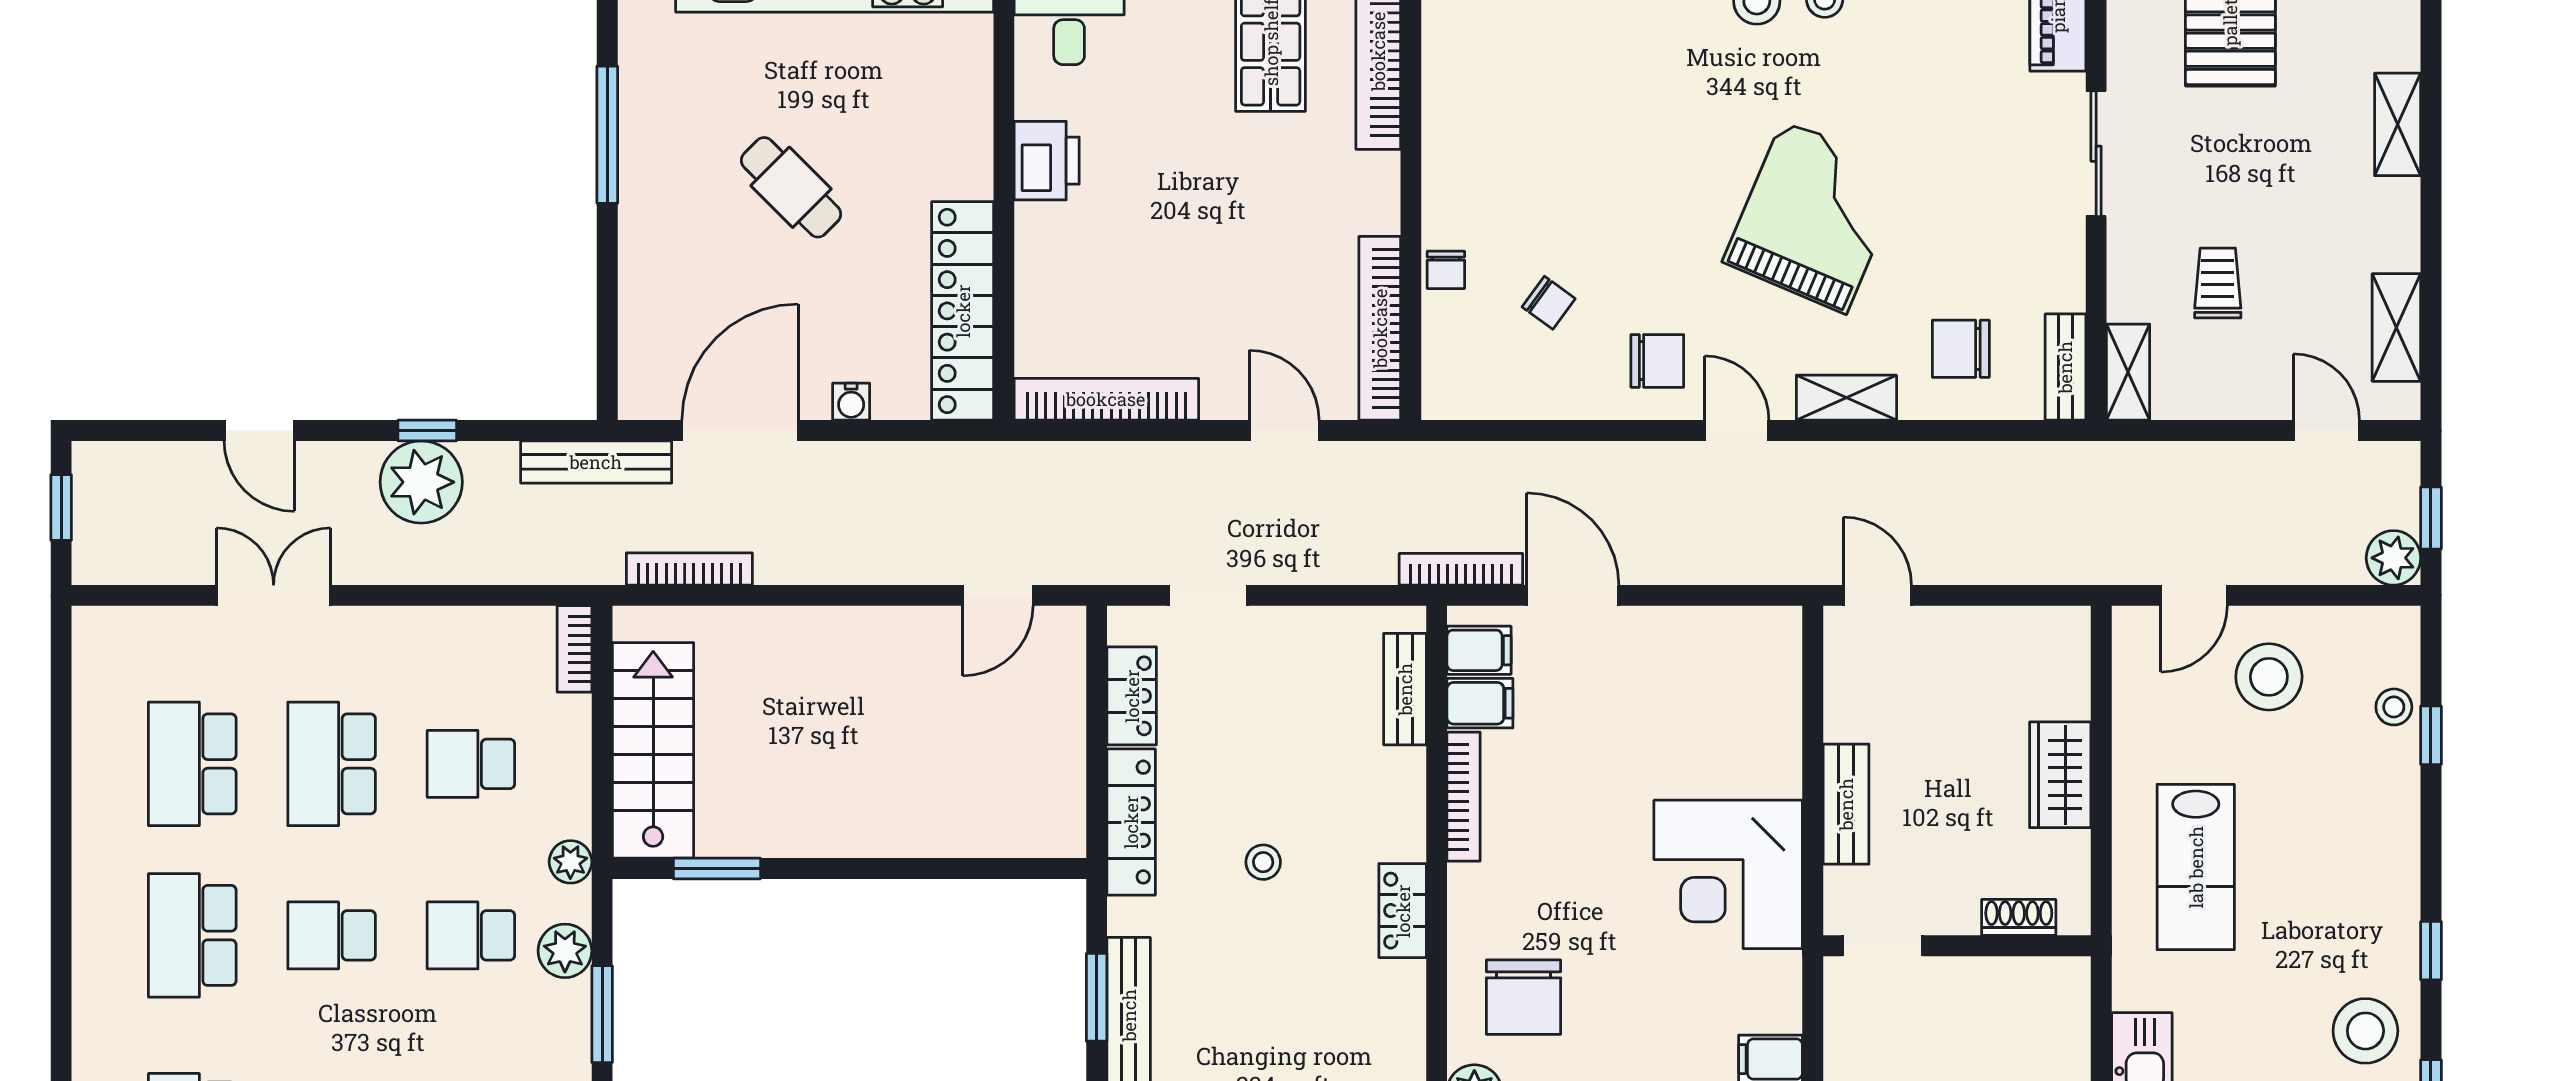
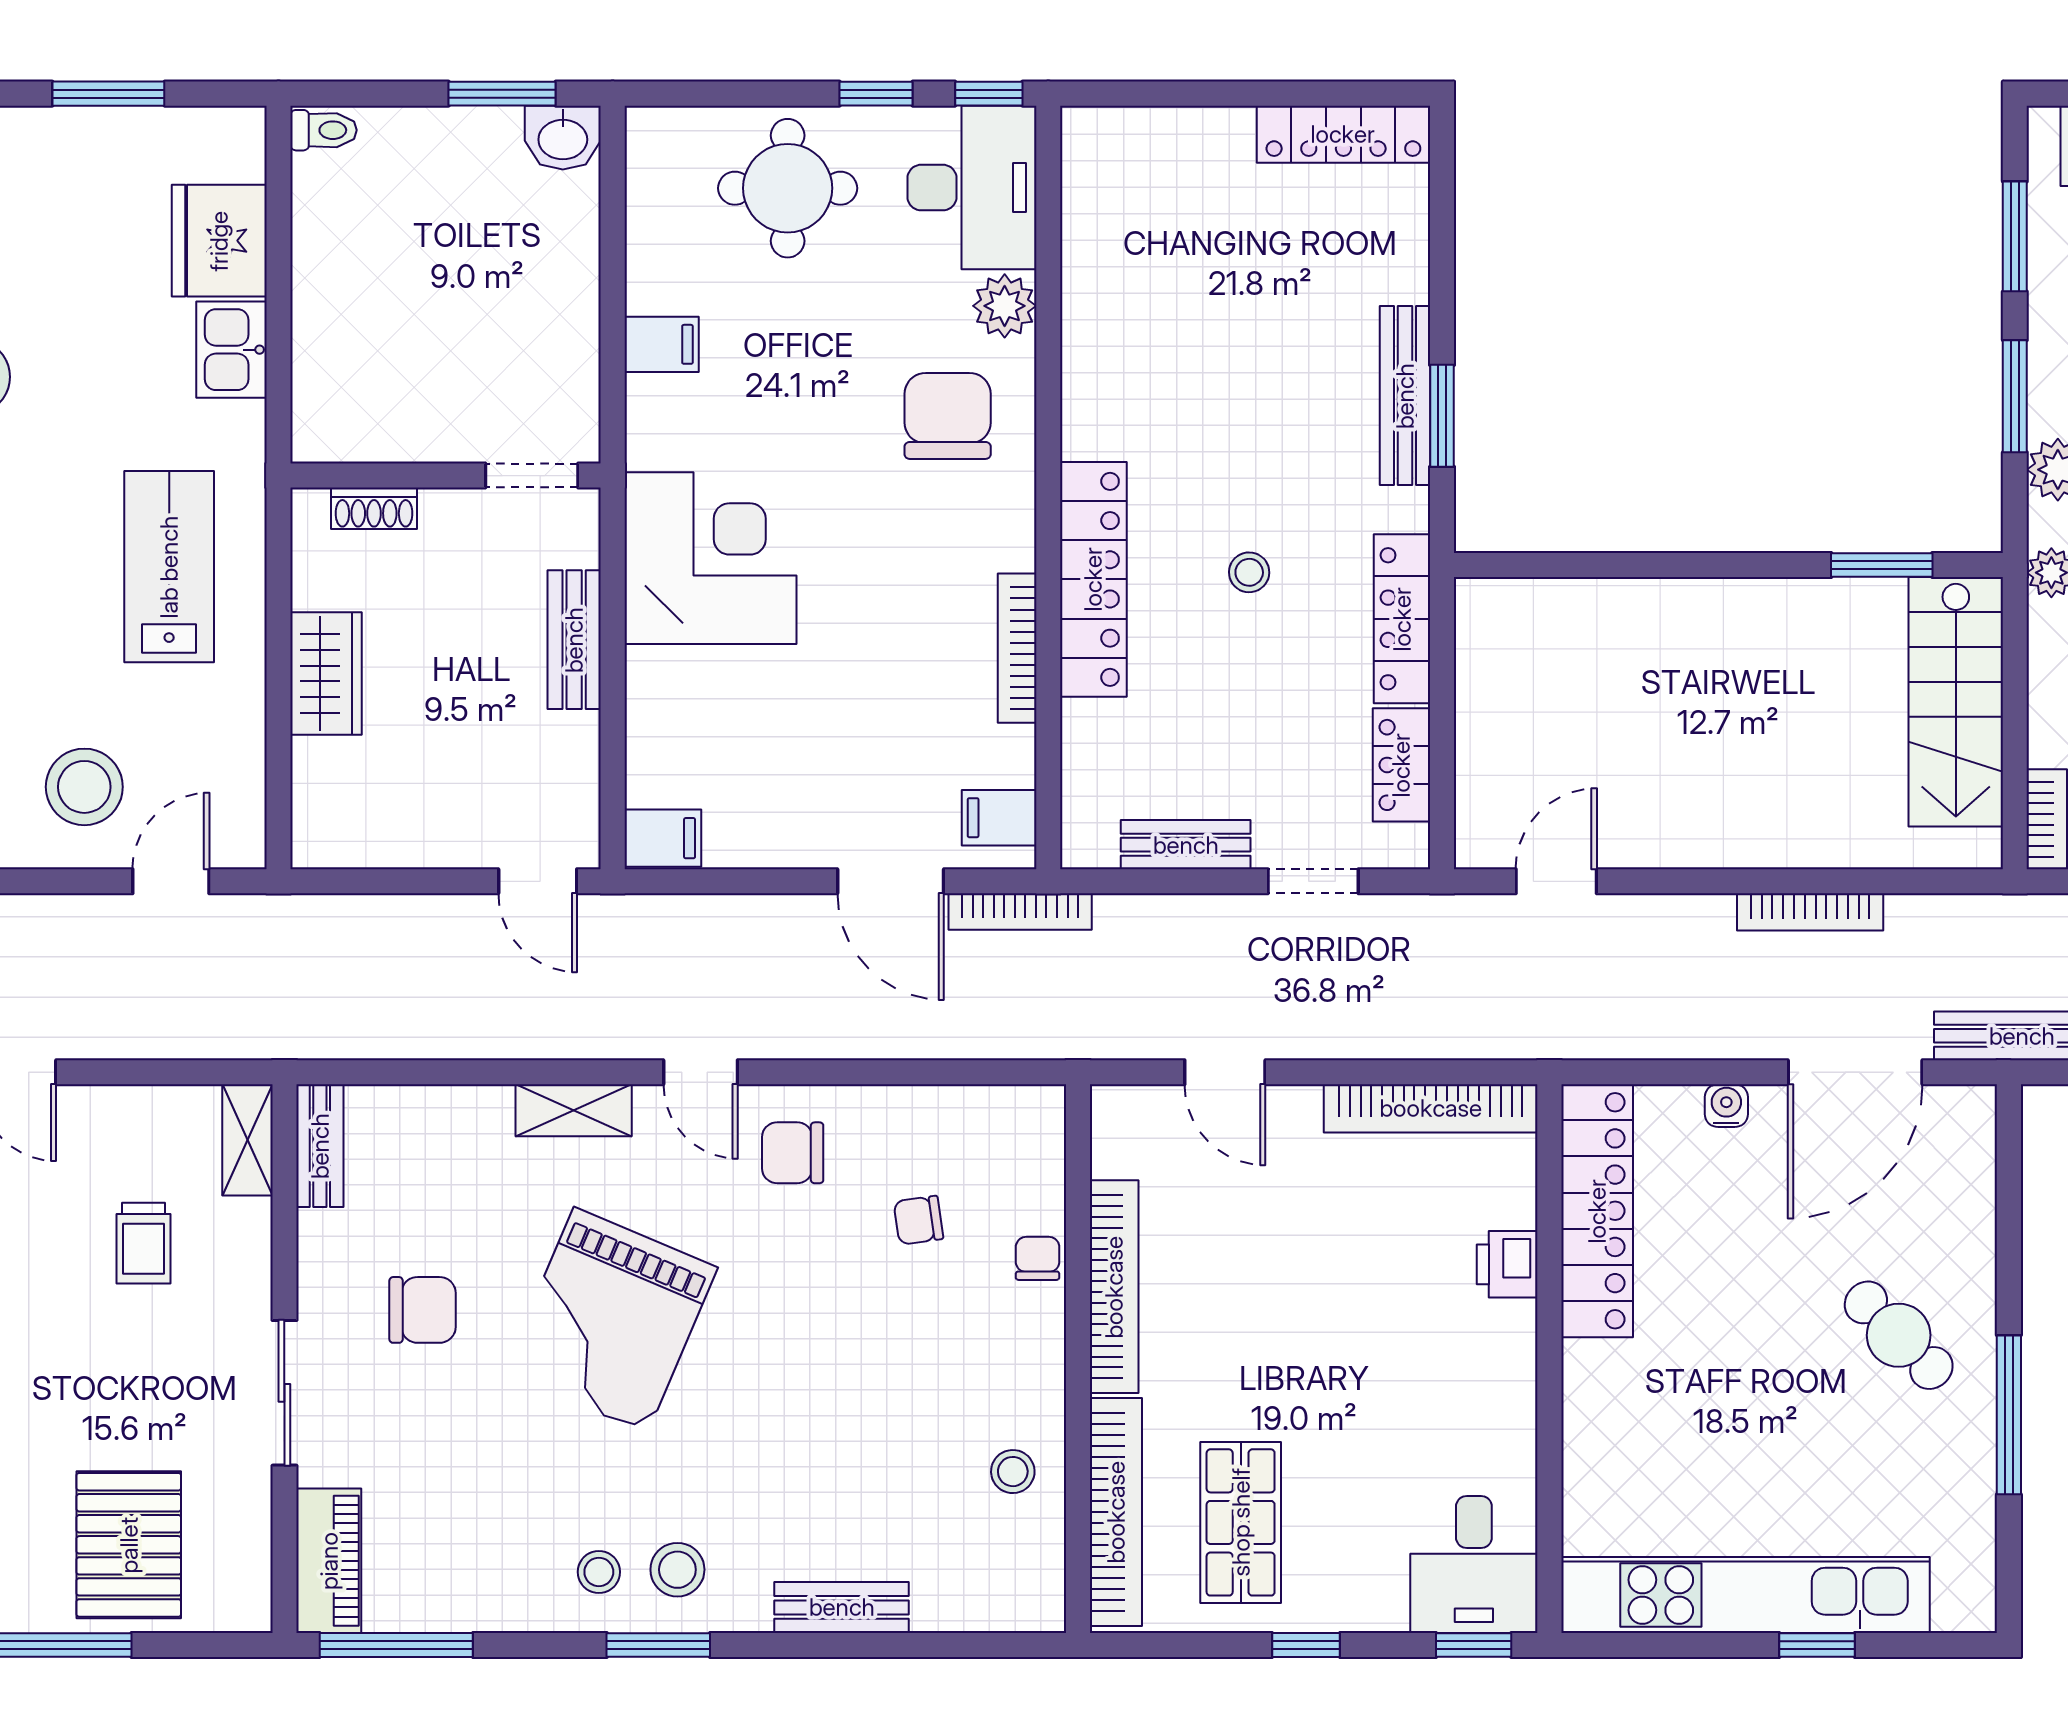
stool: (1467, 86) -> (1013, 1472), added
printer: (1047, 161) -> (1507, 1264), moved, width x0.73, depth x0.81
cafe table: (791, 187) -> (1899, 1335), moved
chair: (1549, 303) -> (918, 1220), turned -44
bookcase: (1380, 328) -> (1114, 1287), moved
chair: (1961, 349) -> (423, 1310), moved
bookcase: (689, 569) -> (1810, 912), moved
bench: (1405, 689) -> (1186, 845), moved, turned 90
filing cabinet: (1480, 703) -> (663, 838), moved, turned 180
locker: (1403, 911) -> (1093, 579), width x2.16, depth x1.21

